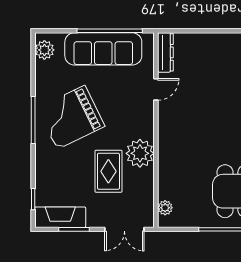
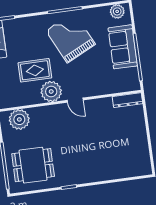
sofa: (103, 49) -> (123, 47), width x0.73
door: (156, 89) -> (75, 100), moved
plant: (165, 208) -> (19, 119), width x1.88, depth x1.88

